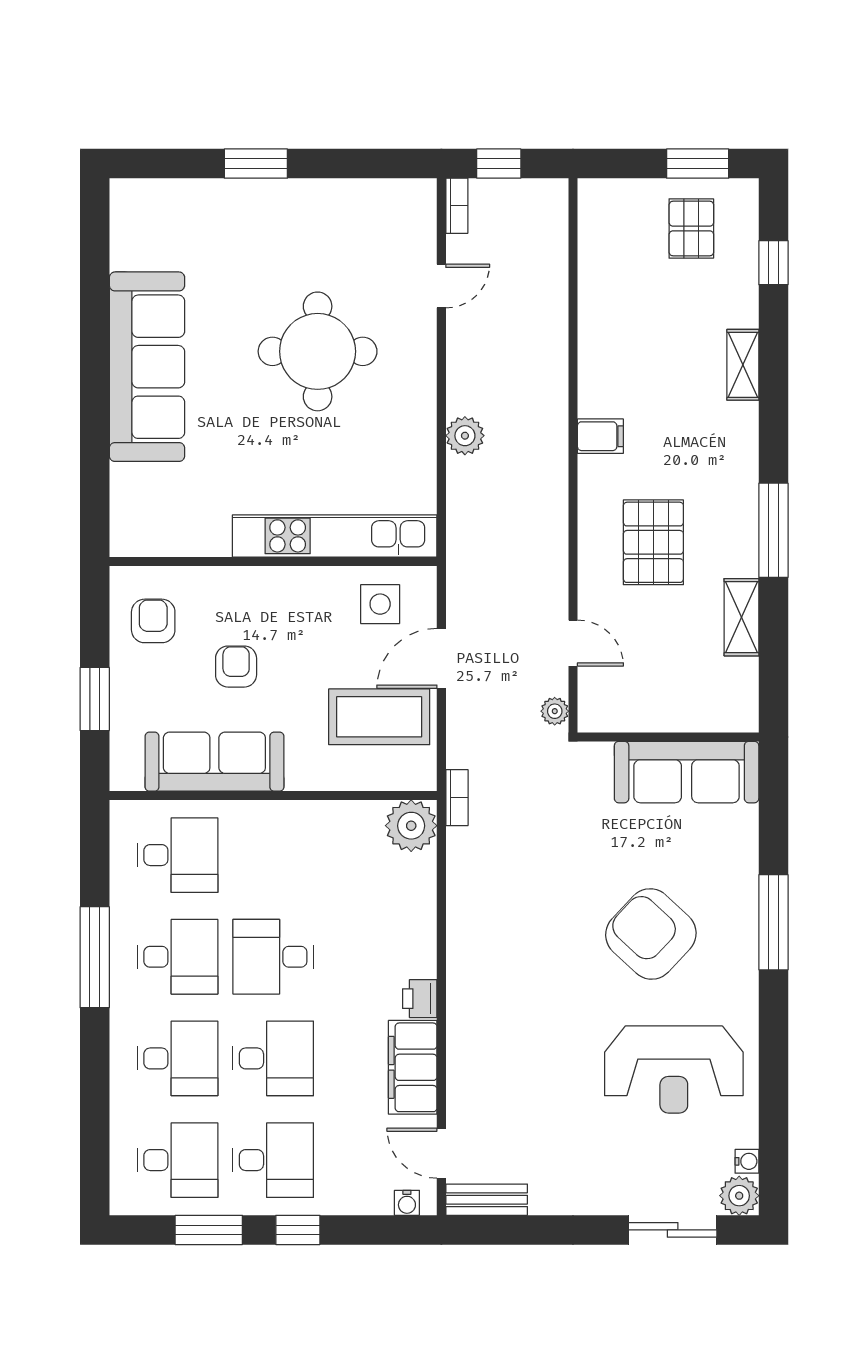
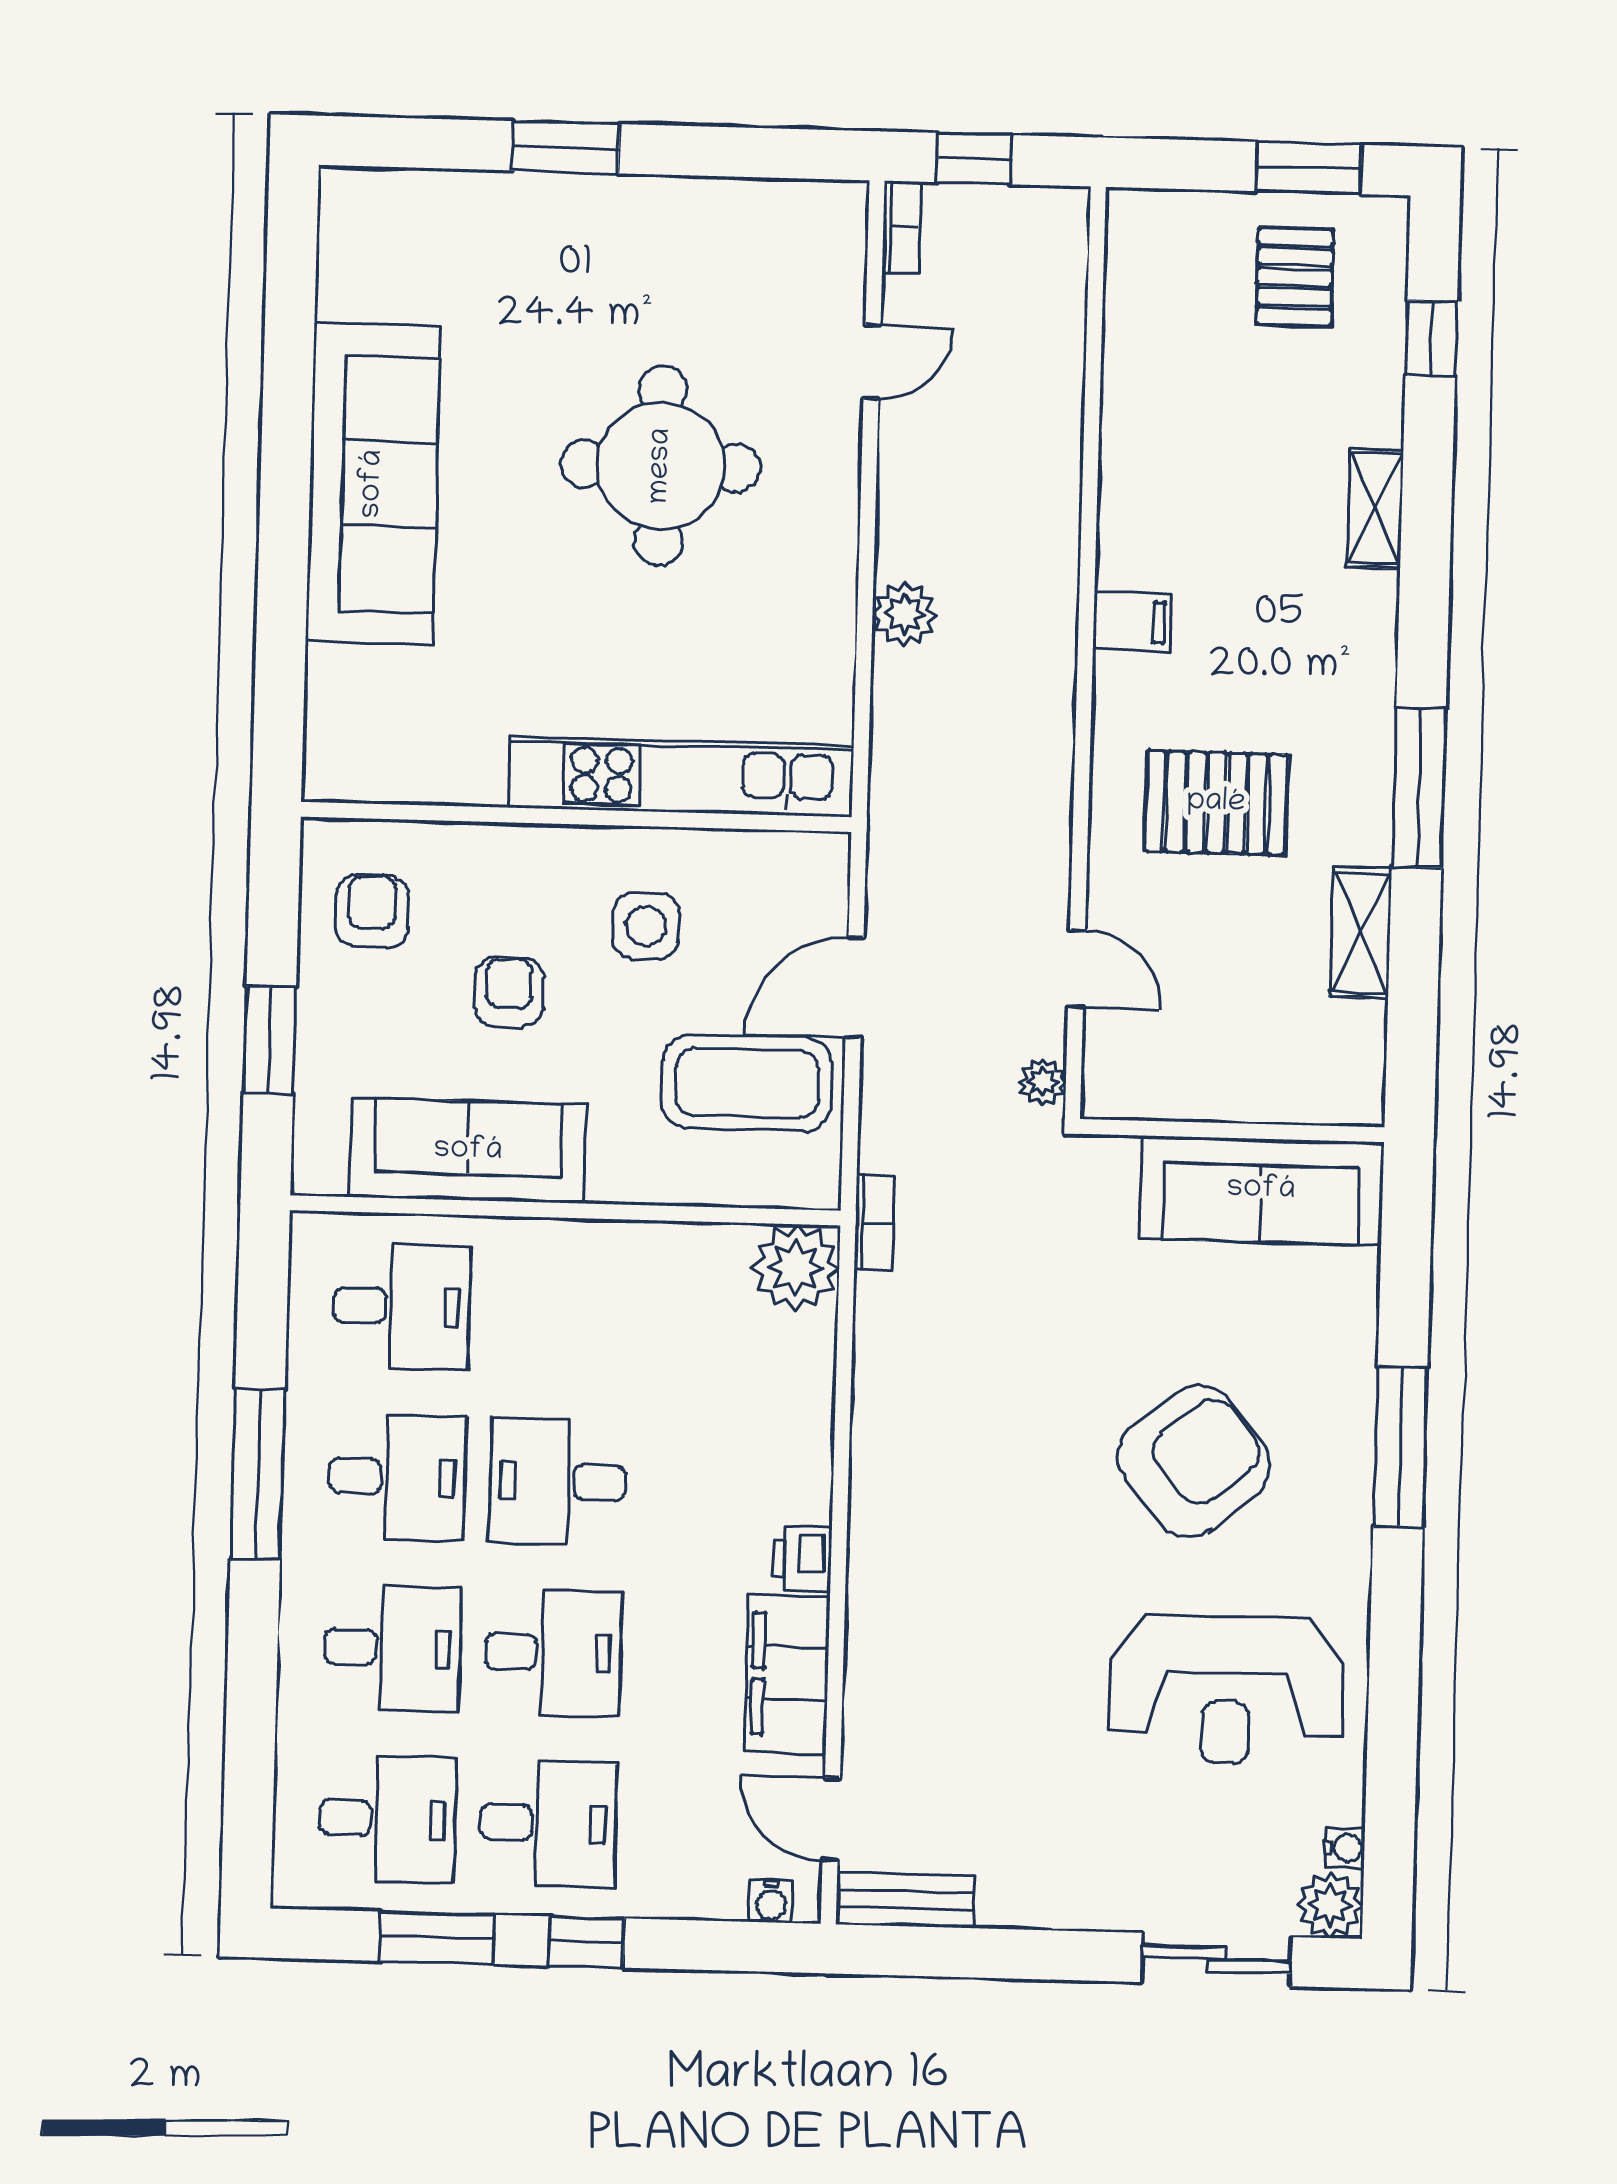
pallet: (653, 542) -> (1216, 803), turned 90
side table: (380, 604) -> (646, 926), moved
armchair: (651, 934) -> (1194, 1461), turned 98

